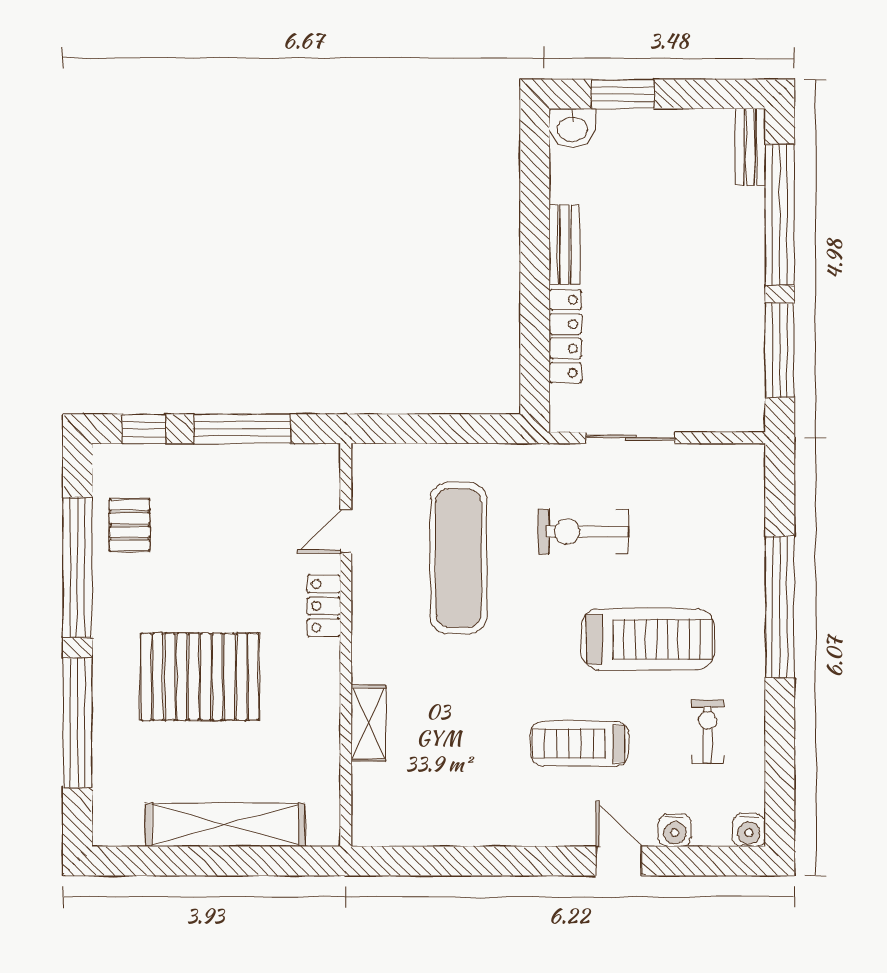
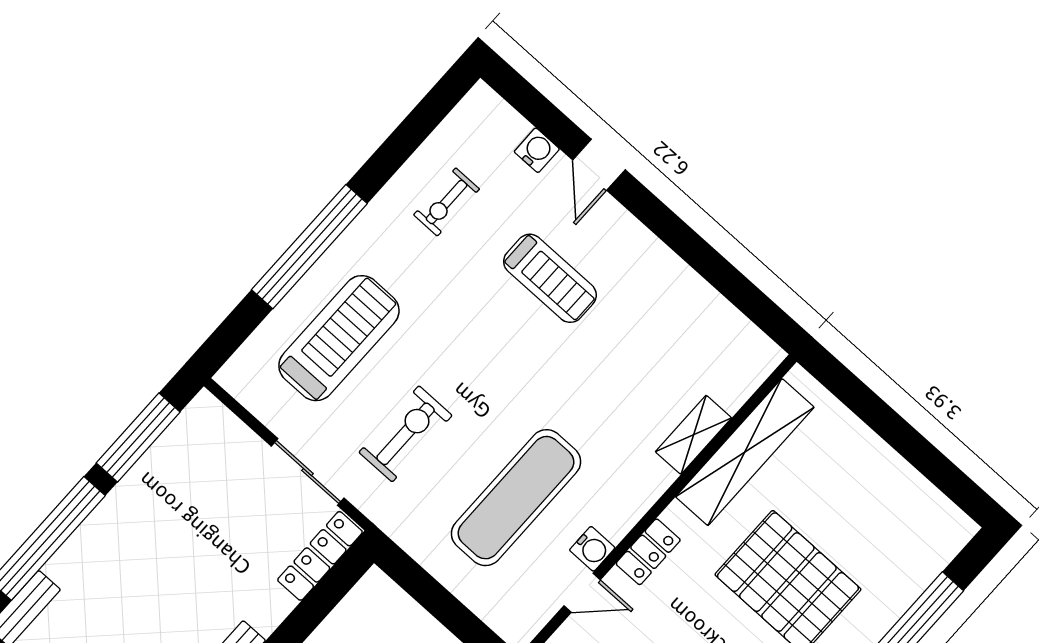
locker: (565, 336) -> (320, 556), moved
exercise bike: (583, 532) -> (406, 434), turned -90
treadmill: (648, 639) -> (339, 338), moved, turned 90
shelving: (225, 825) -> (745, 452), moved, turned 90
water cooler: (749, 830) -> (592, 549), moved, turned 90

